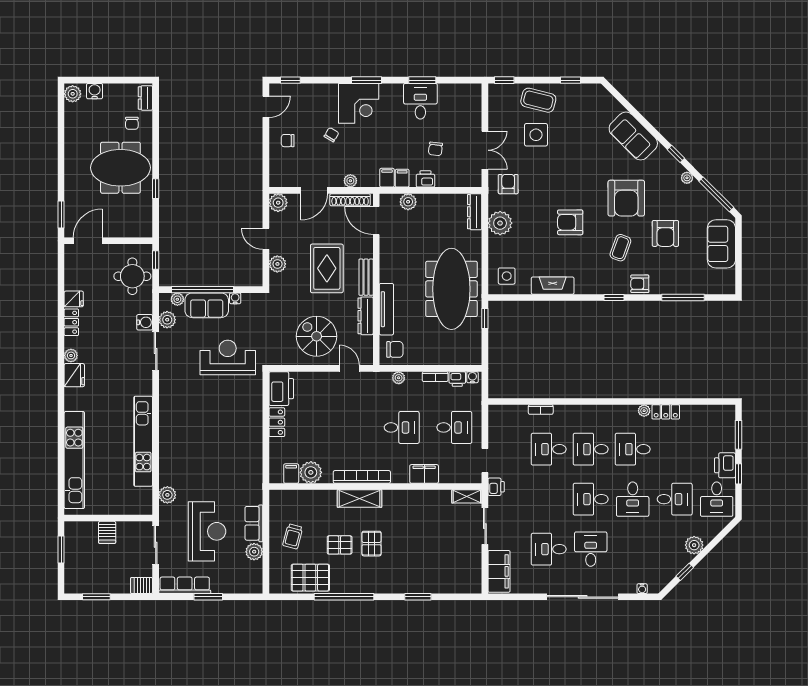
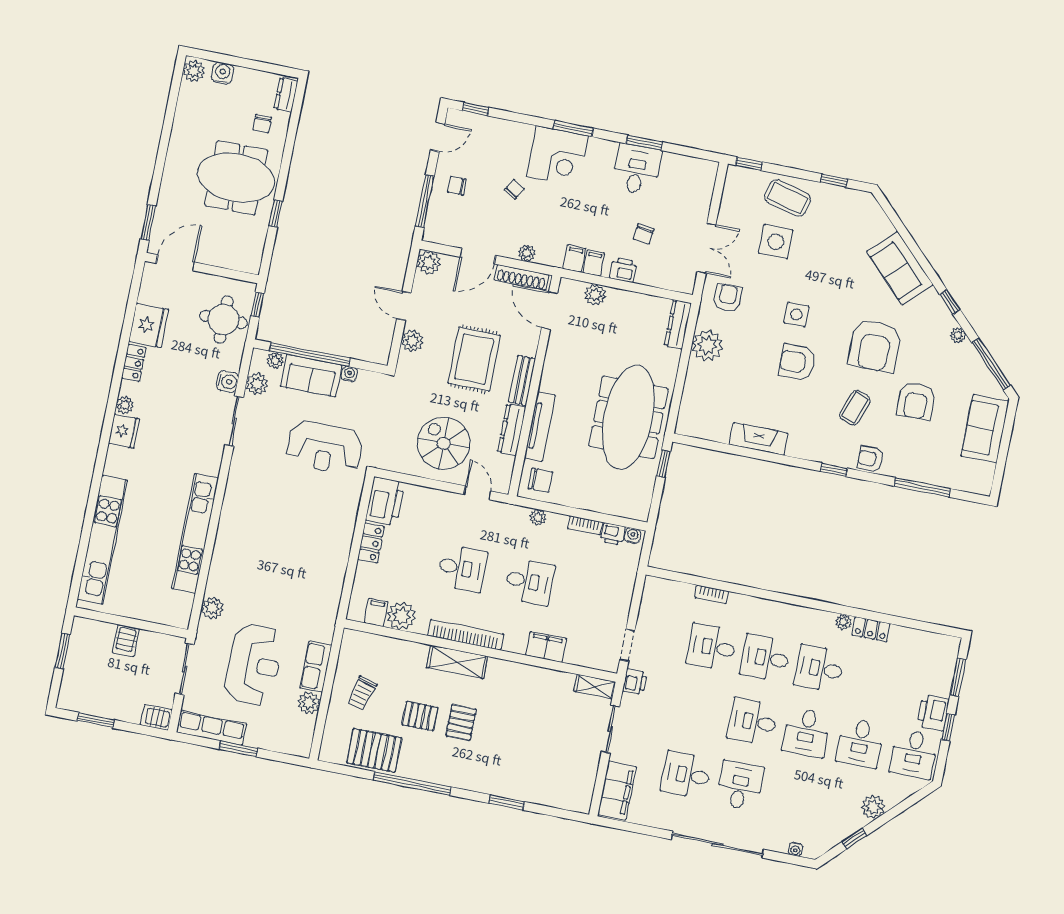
window: (266, 157) -> (425, 201), added
side table: (507, 276) -> (796, 314), moved
fridge: (74, 299) -> (149, 325), width x1.88, depth x1.34
reception desk: (228, 357) -> (325, 448), turned 180
desk: (454, 427) -> (462, 568), moved
desk: (675, 499) -> (860, 743), turned 90

